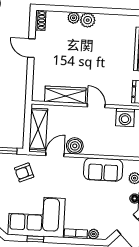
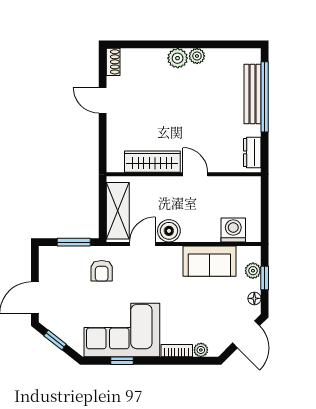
plant: (74, 18) -> (197, 56), moved
washing machine: (125, 117) -> (233, 230), moved, turned 180
armchair: (24, 172) -> (102, 271), turned -67

